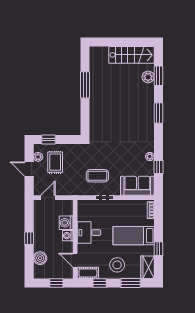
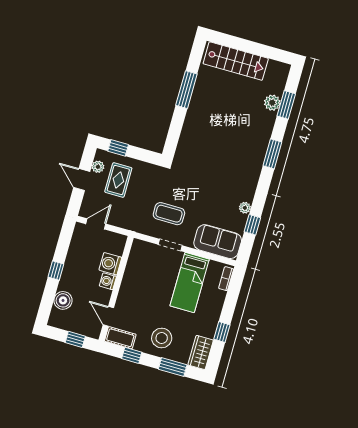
stairs: (131, 55) -> (236, 61), moved
desk: (89, 233) -> (137, 285), removed
bed: (134, 236) -> (190, 283), moved, turned -90

